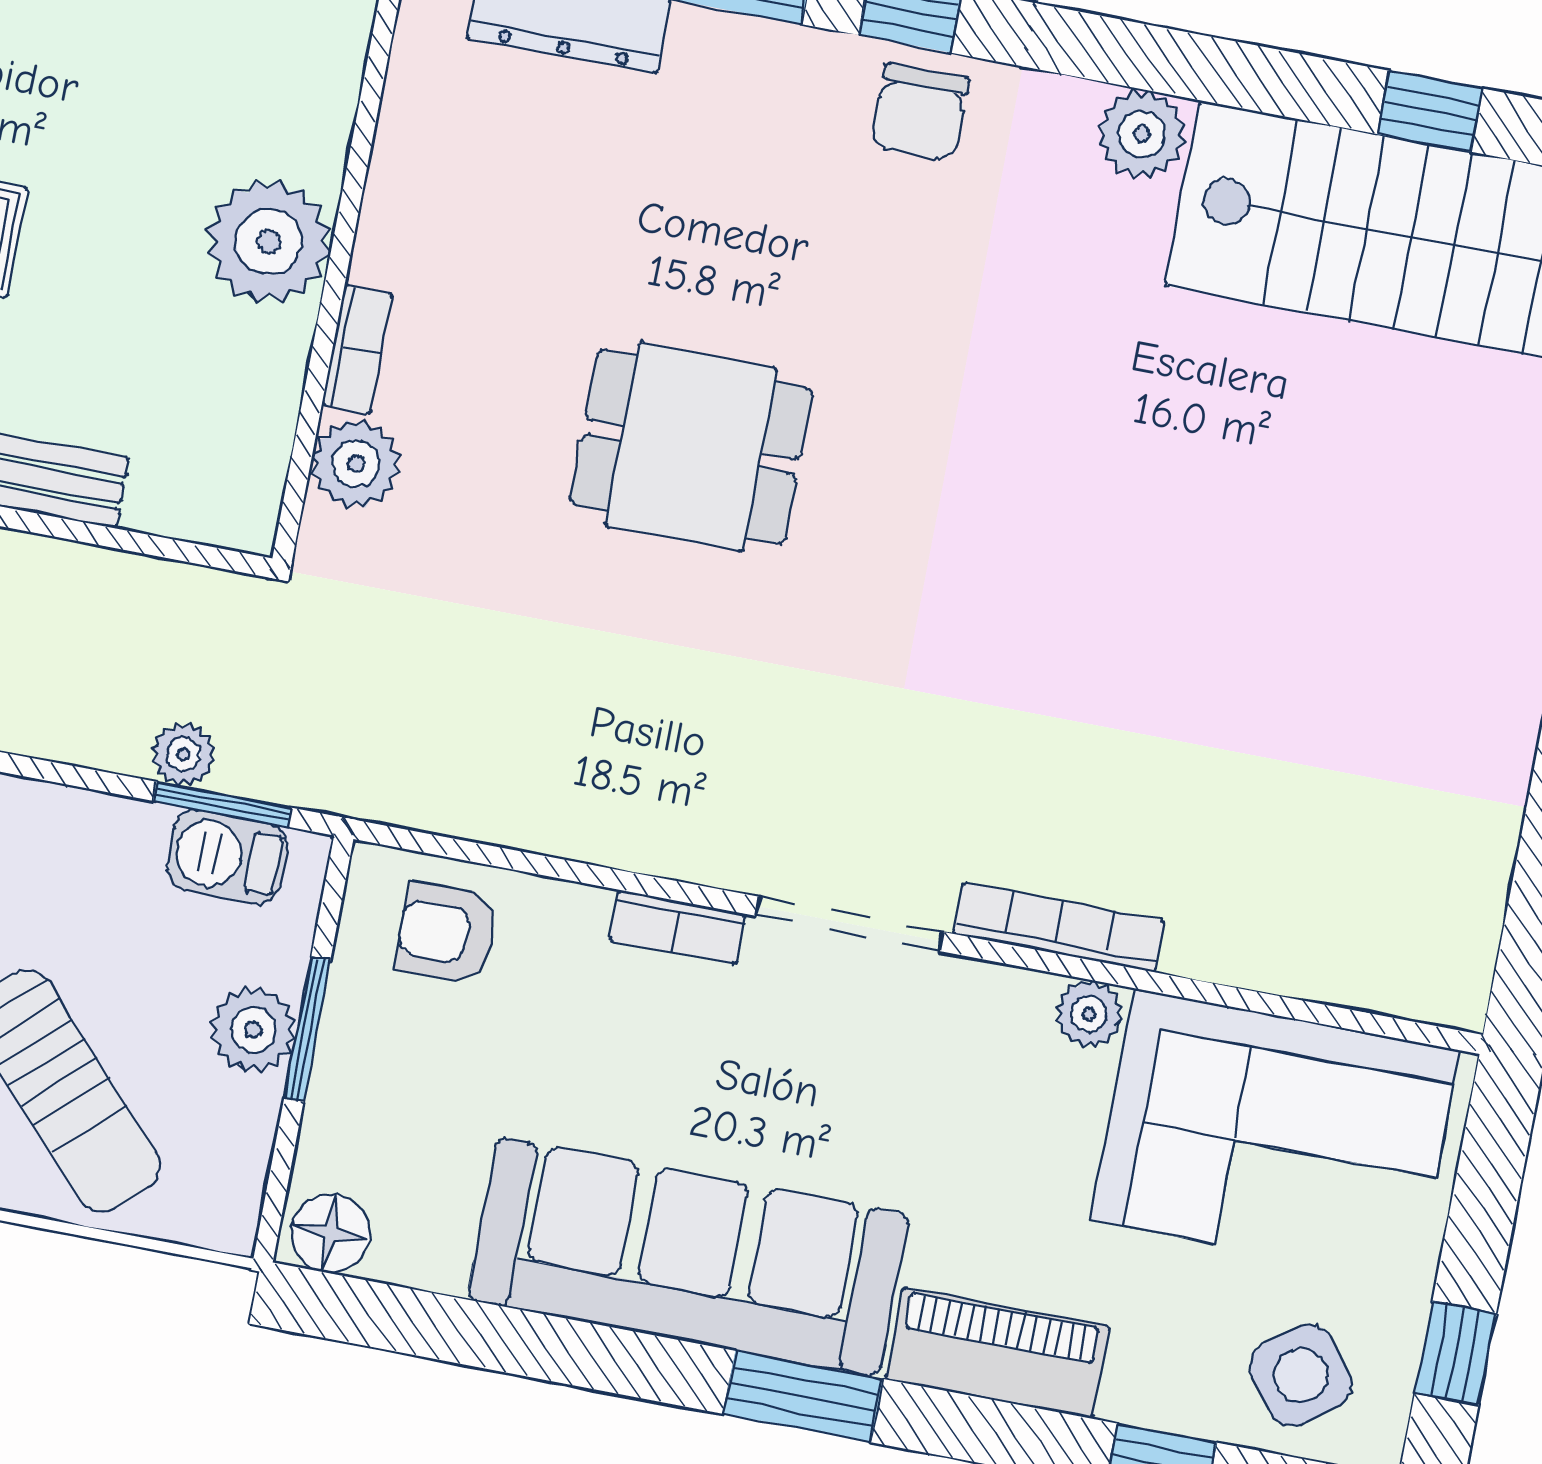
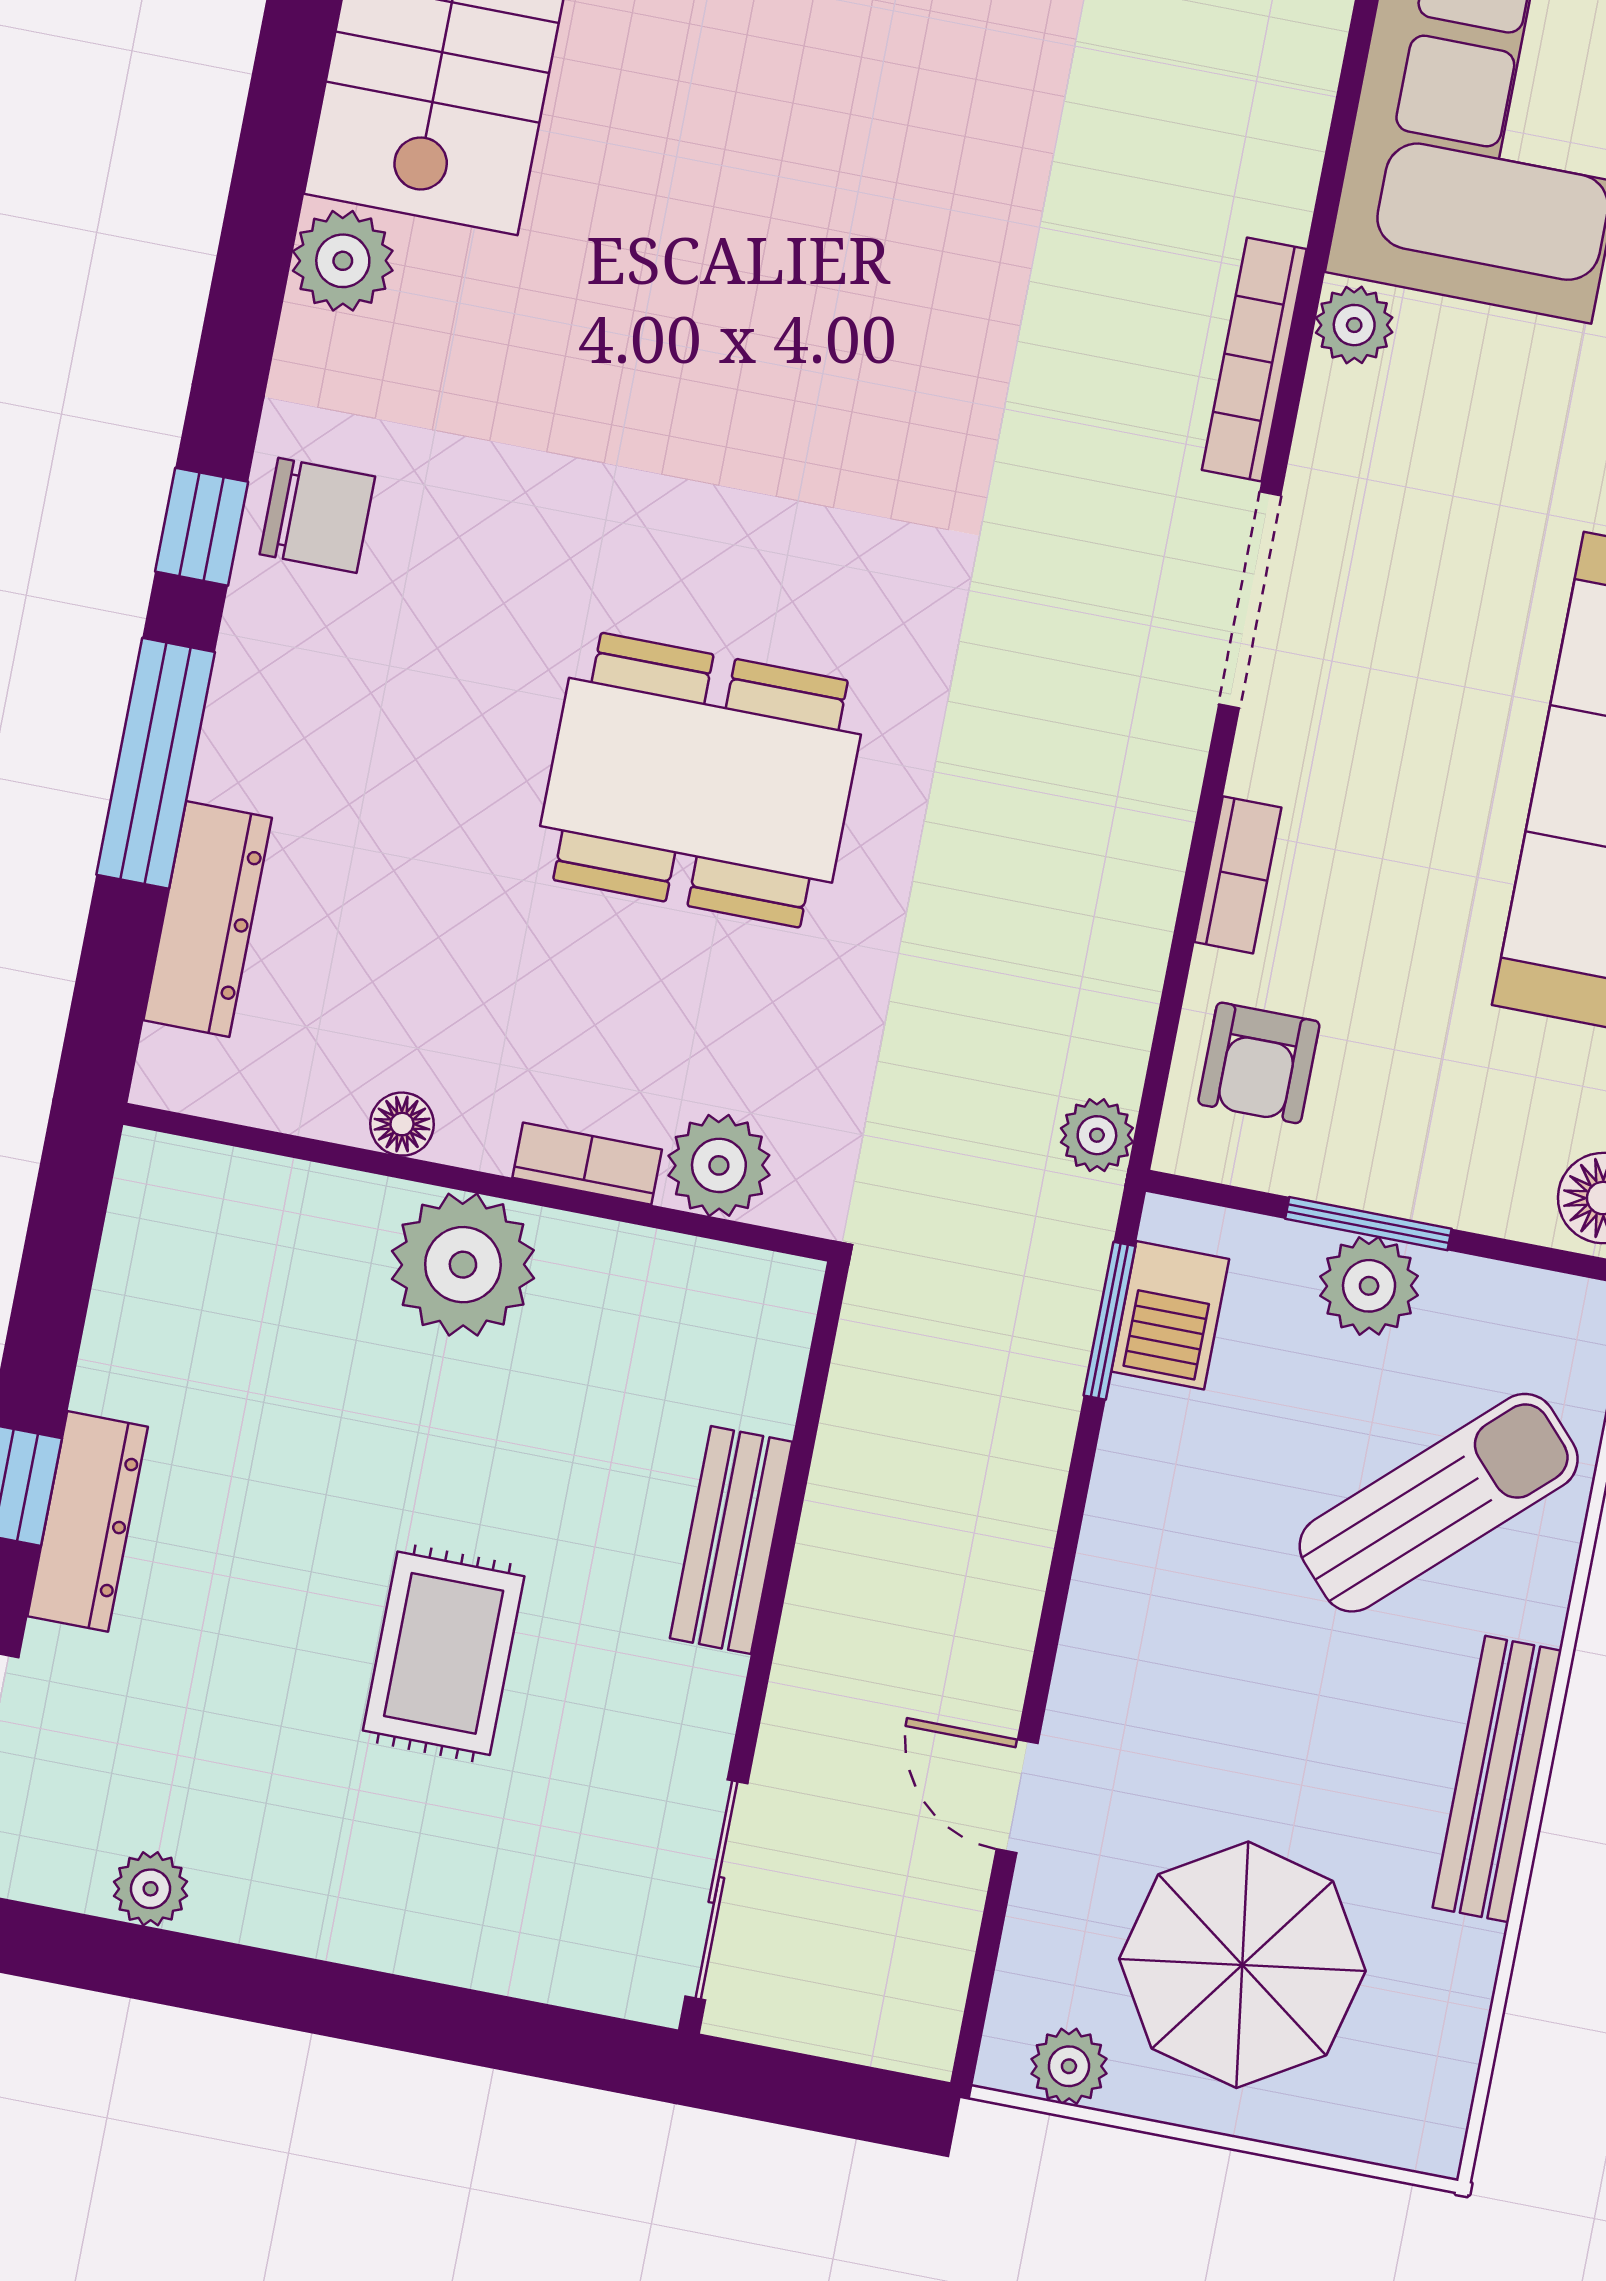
floor lamp: (391, 188) -> (402, 1124), added
dining table: (691, 447) -> (701, 780), width x1.38
plant: (184, 755) -> (1097, 1135), moved
bookcase: (678, 927) -> (1238, 875), moved

